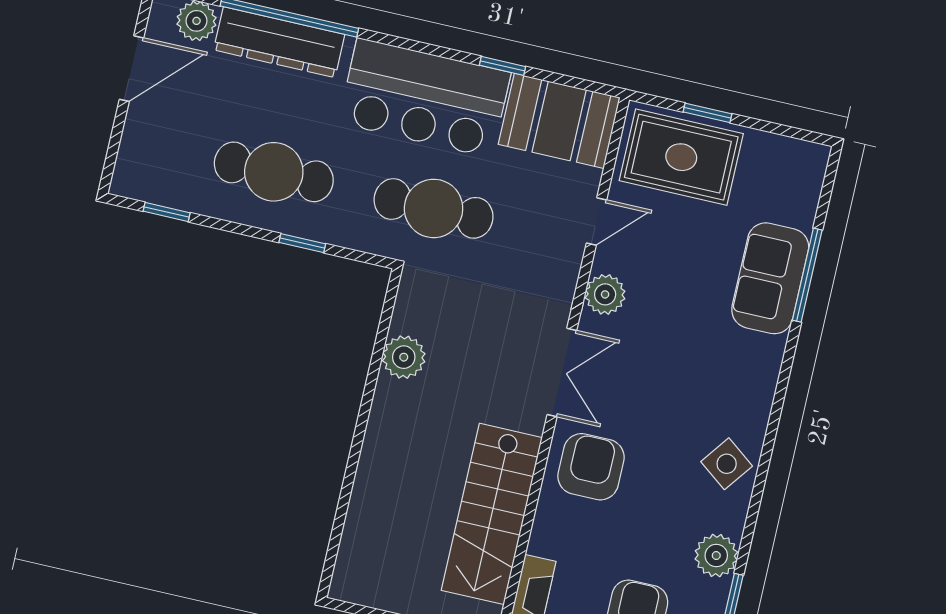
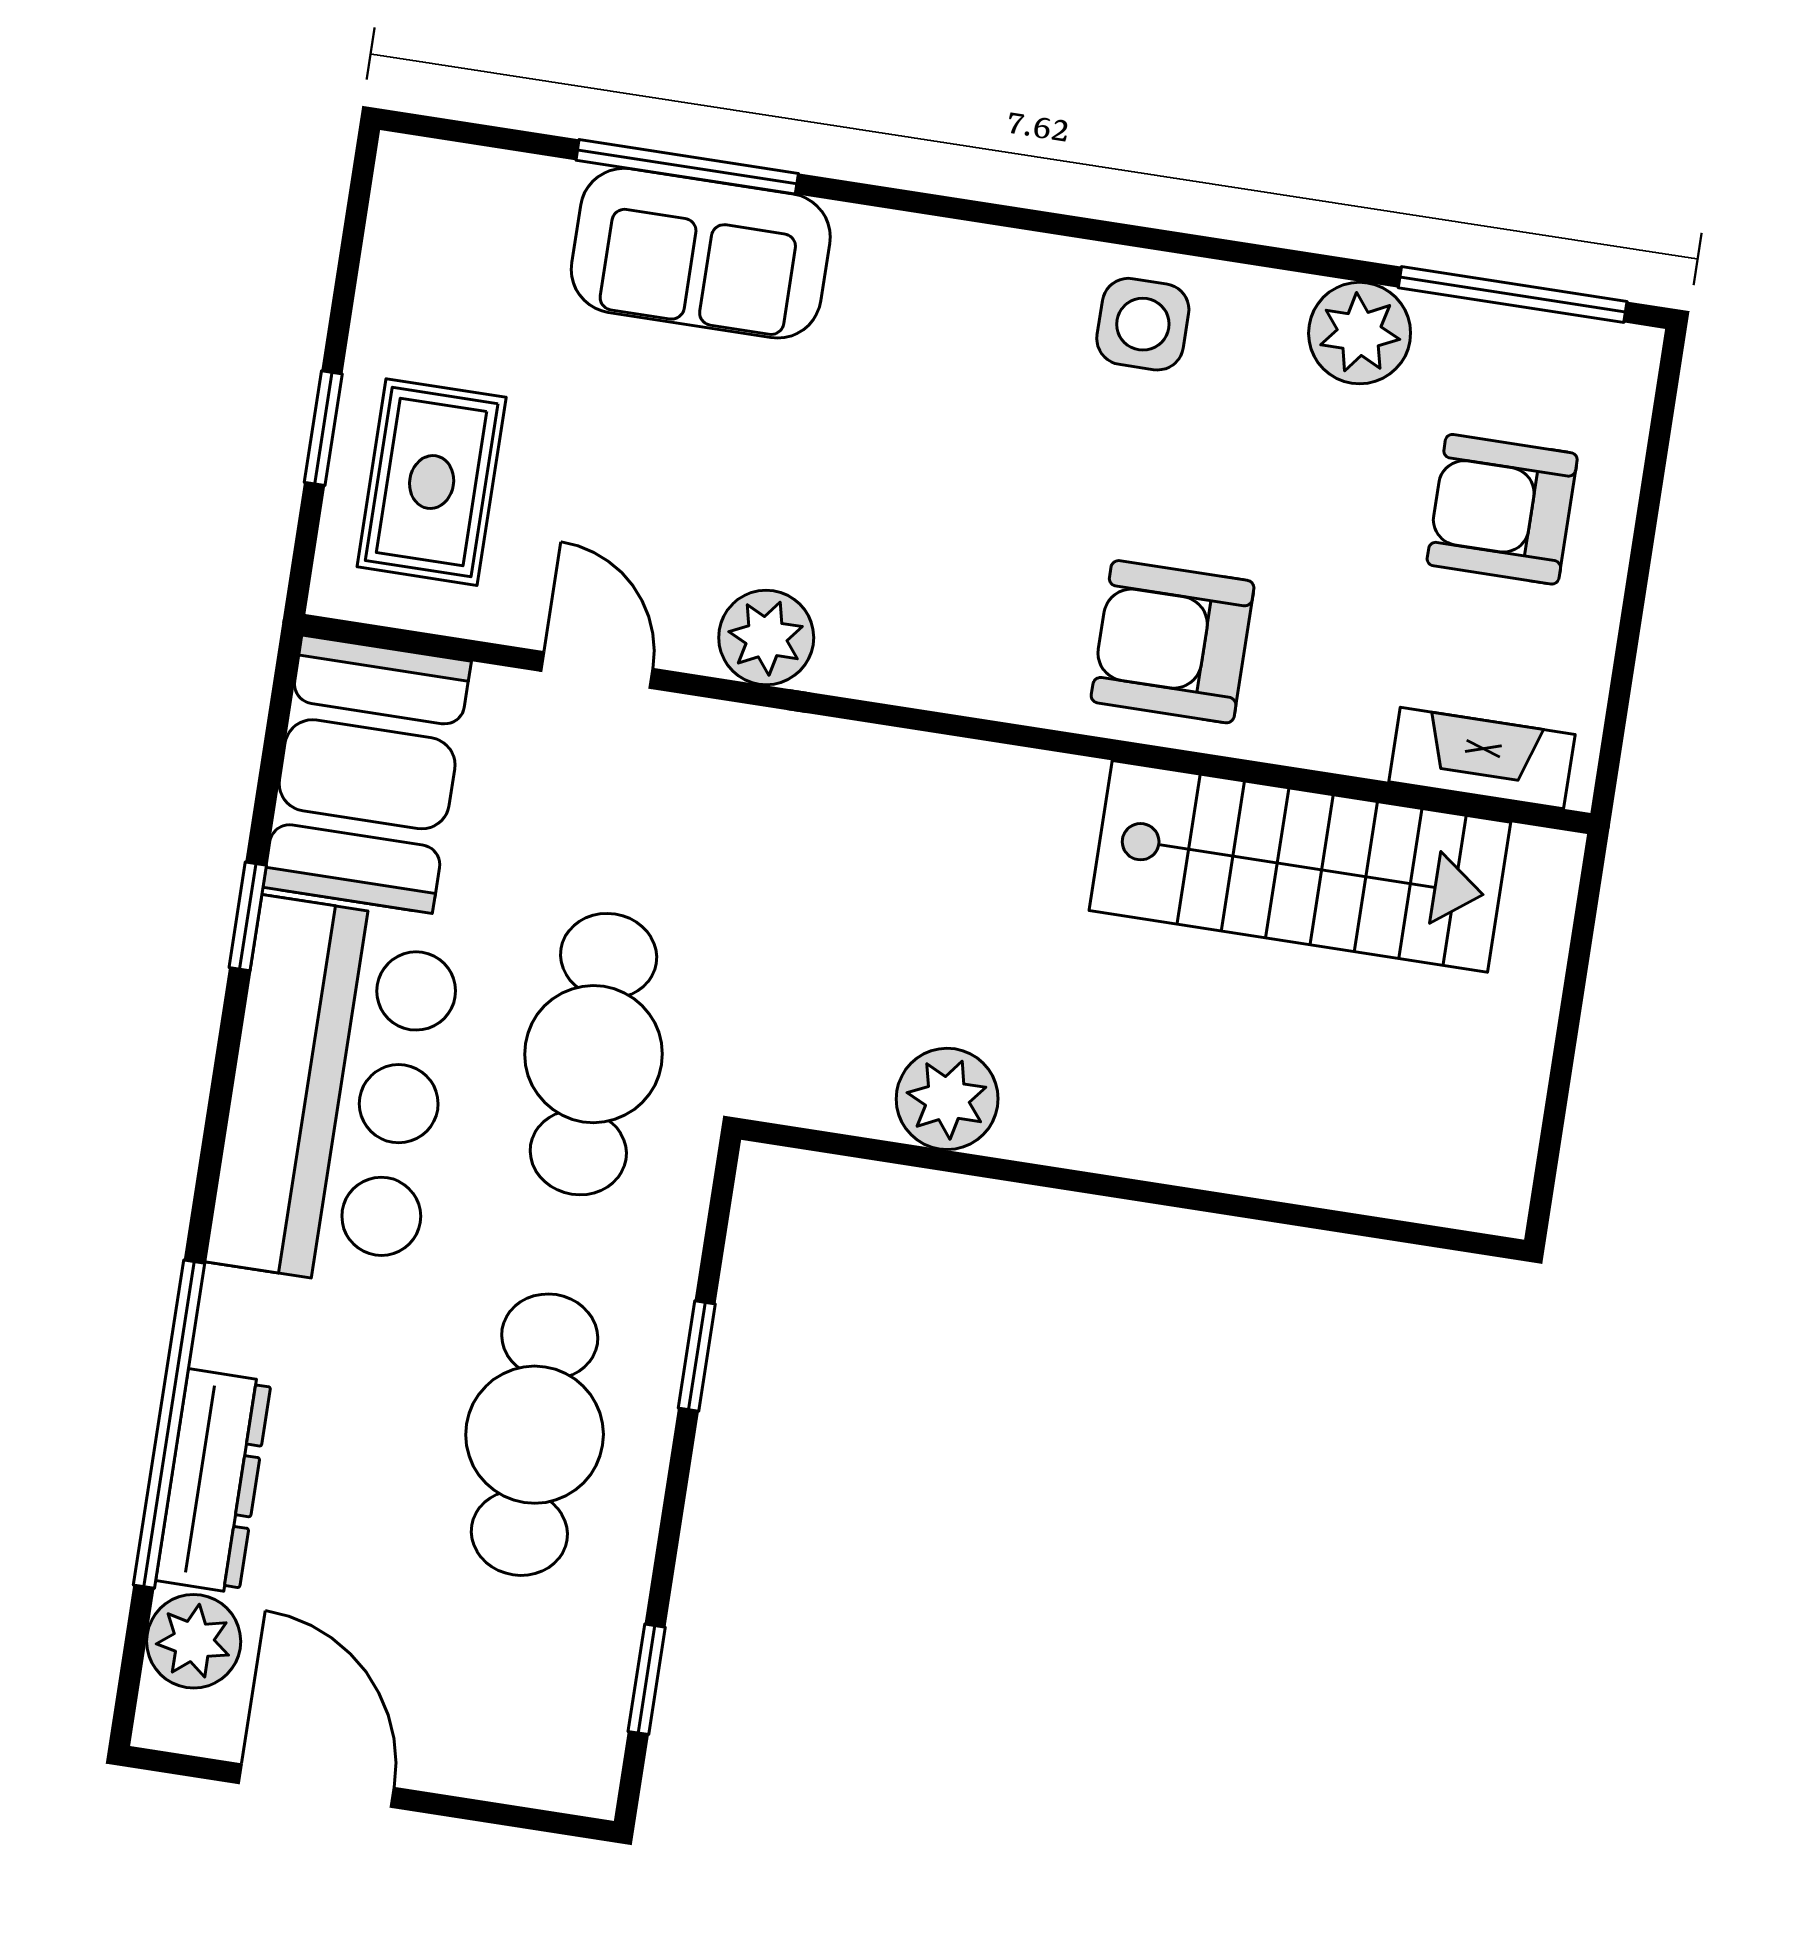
dresser: (279, 42) -> (213, 1481), width x0.73, depth x0.80
rug: (681, 157) -> (432, 482), width x0.73, depth x0.70
double door: (562, 373) -> (957, 726), removed
side table: (727, 464) -> (1143, 324), turned -37

